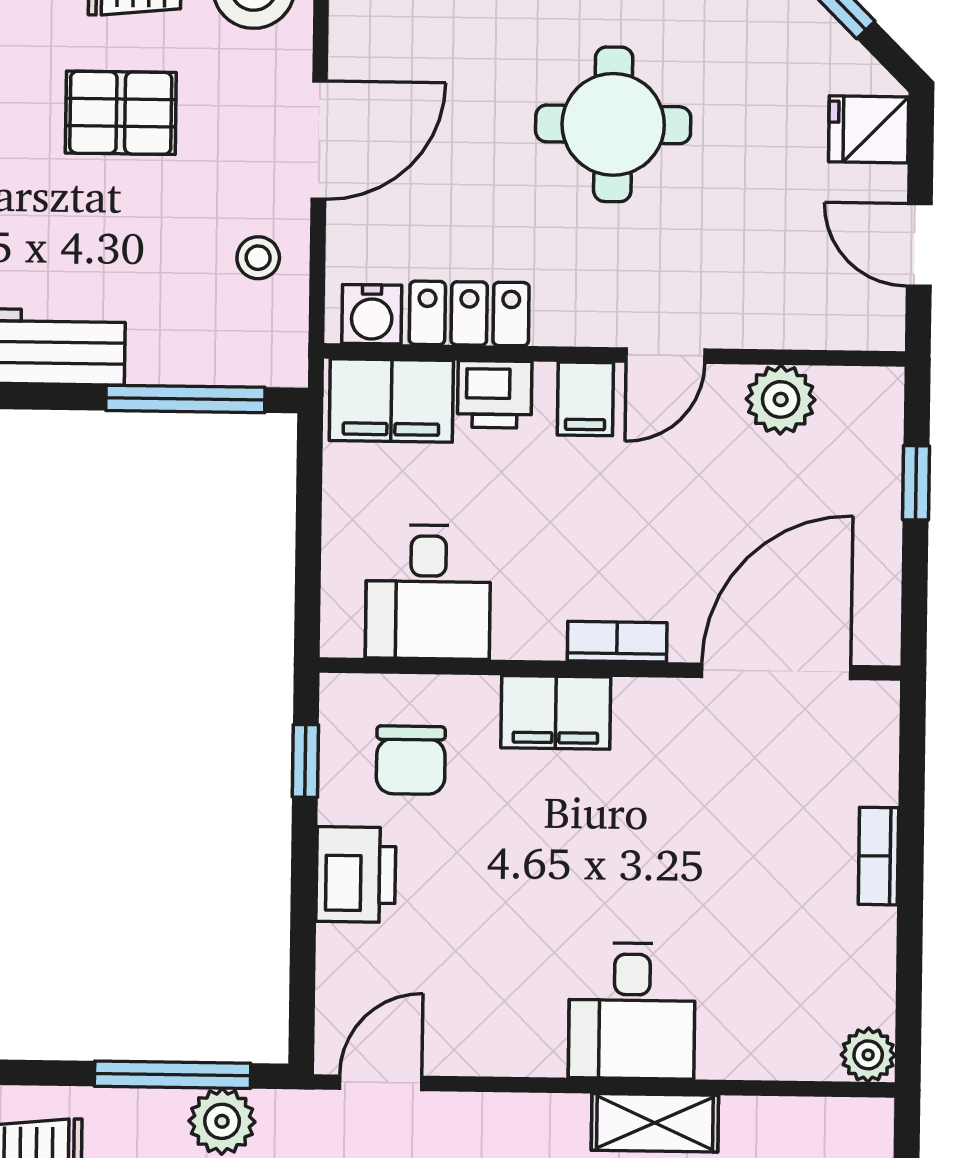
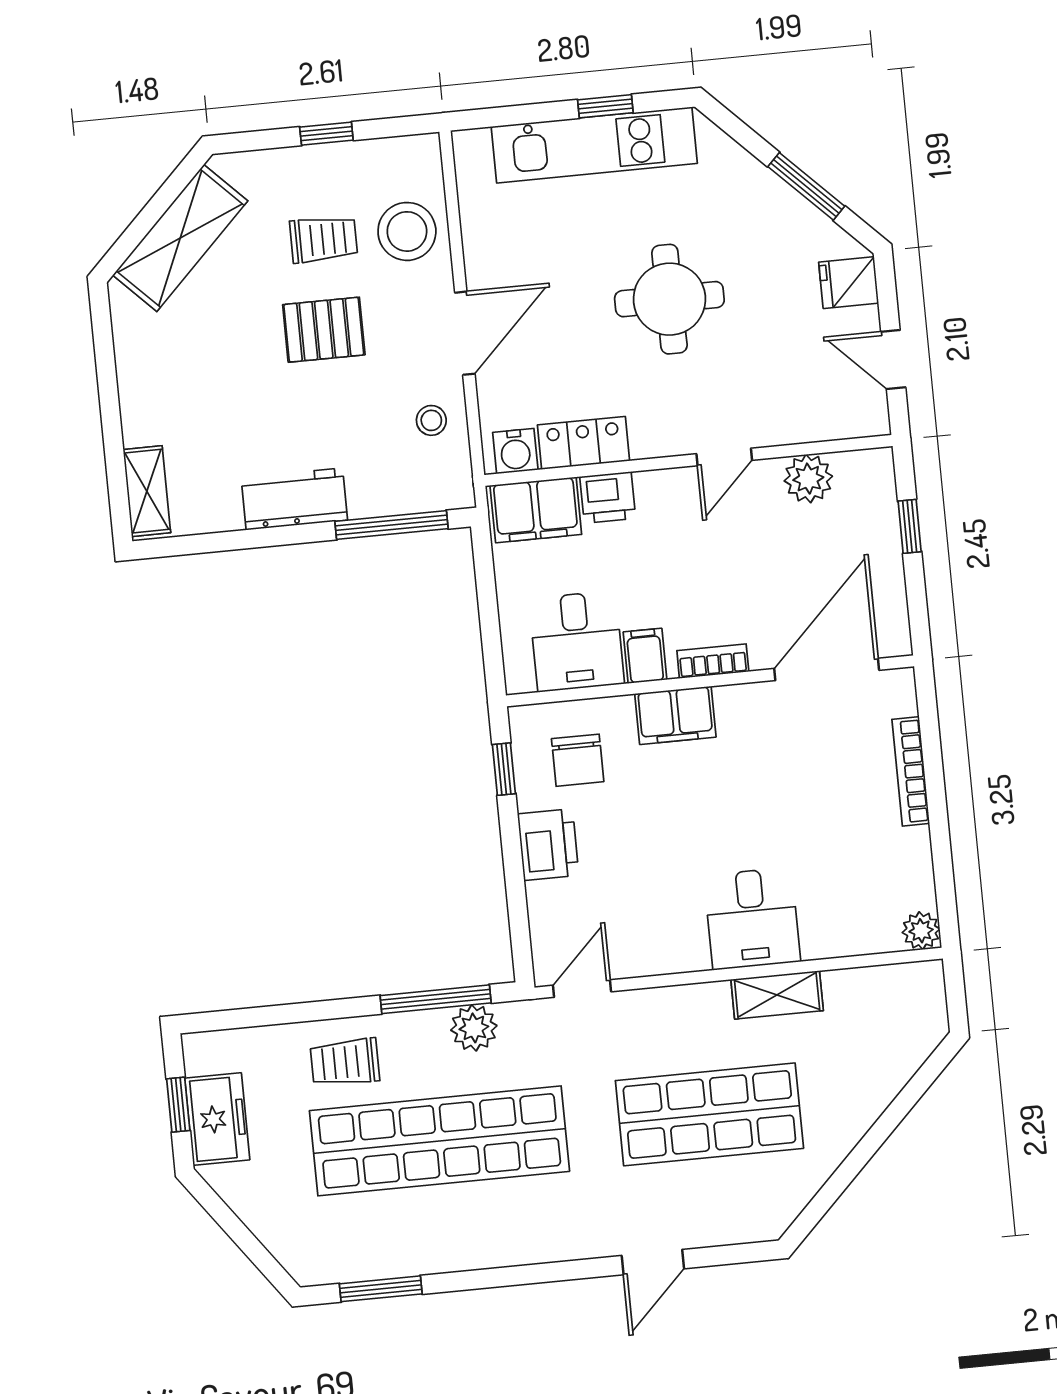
filing cabinet: (585, 399) -> (645, 656), moved, turned 180
bookcase: (878, 856) -> (911, 771), width x1.56

